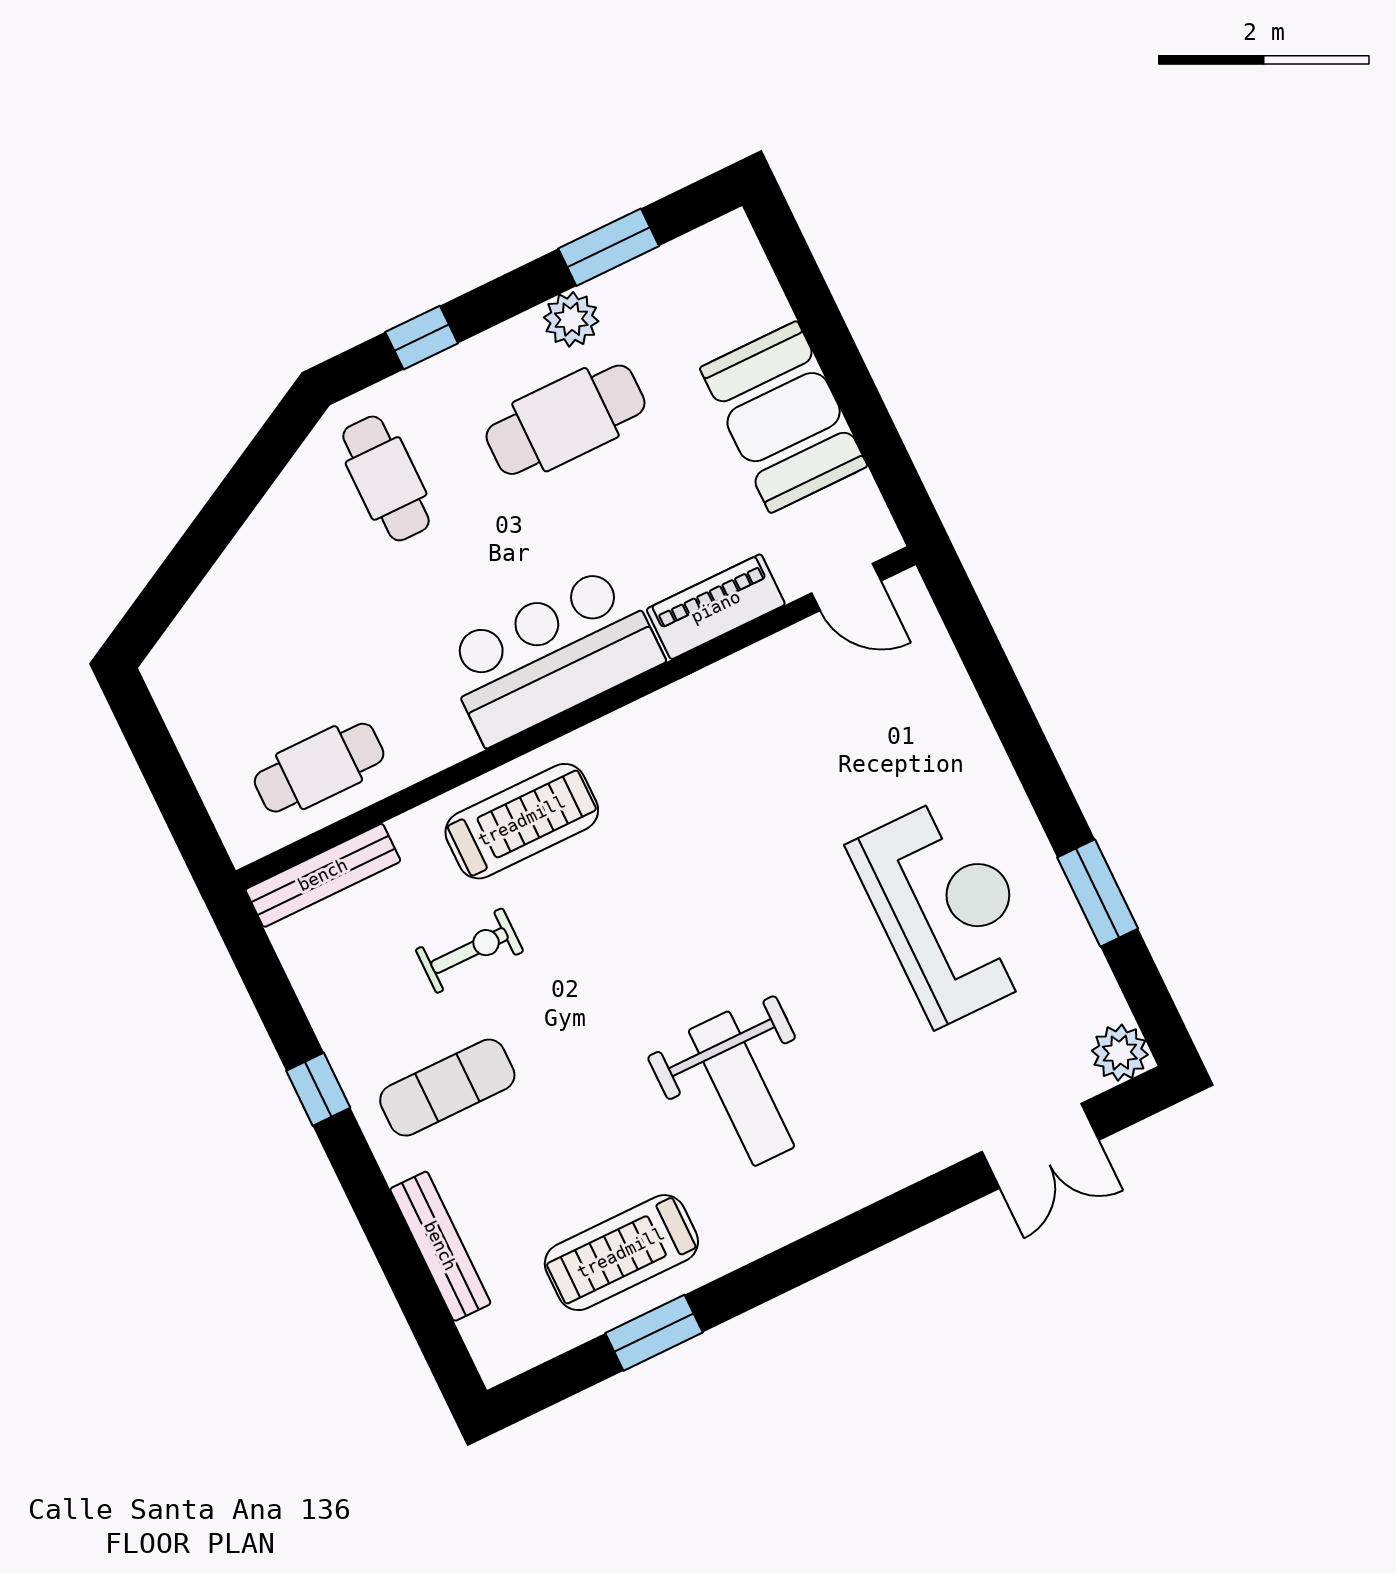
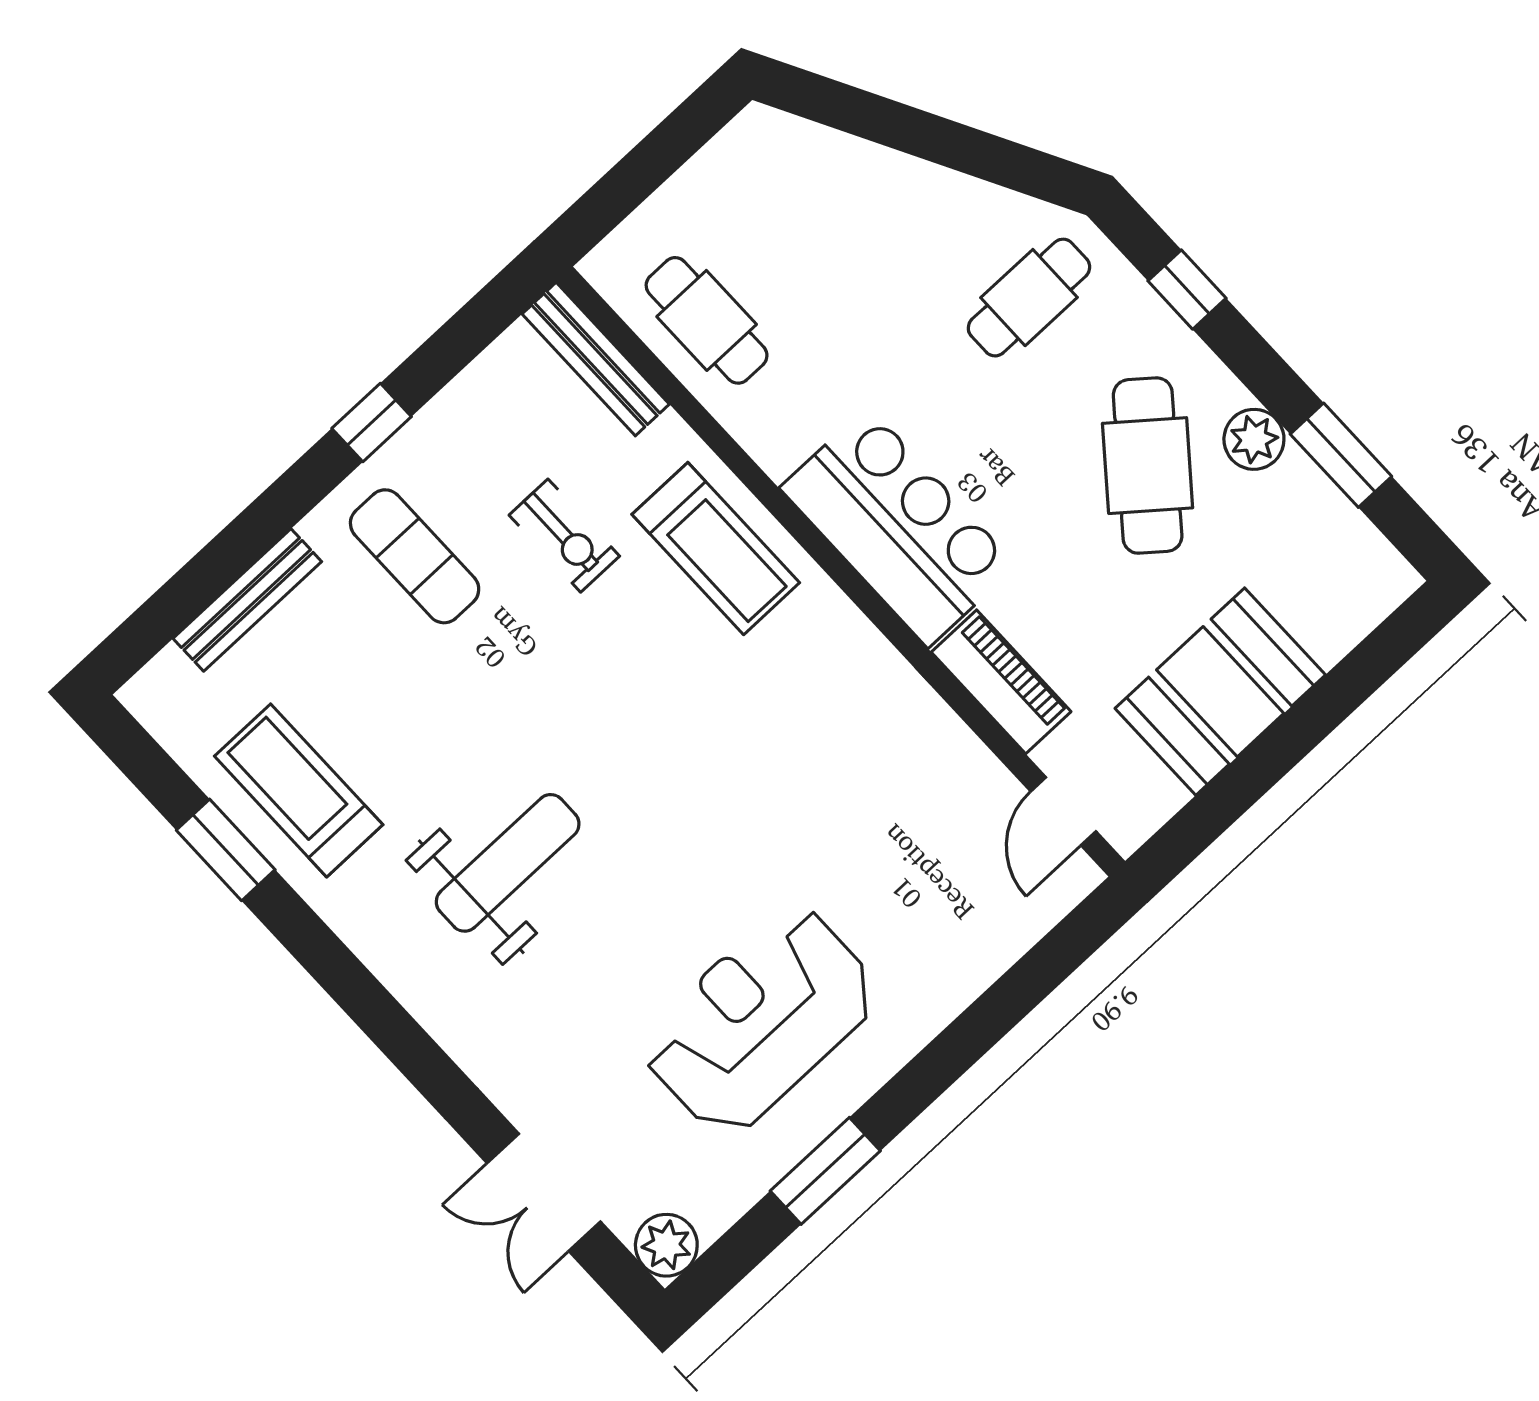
cafe table: (566, 420) -> (1148, 466), turned 39
reception desk: (947, 910) -> (760, 1020), turned 180
weight bench: (741, 1089) -> (508, 863), turned 180

